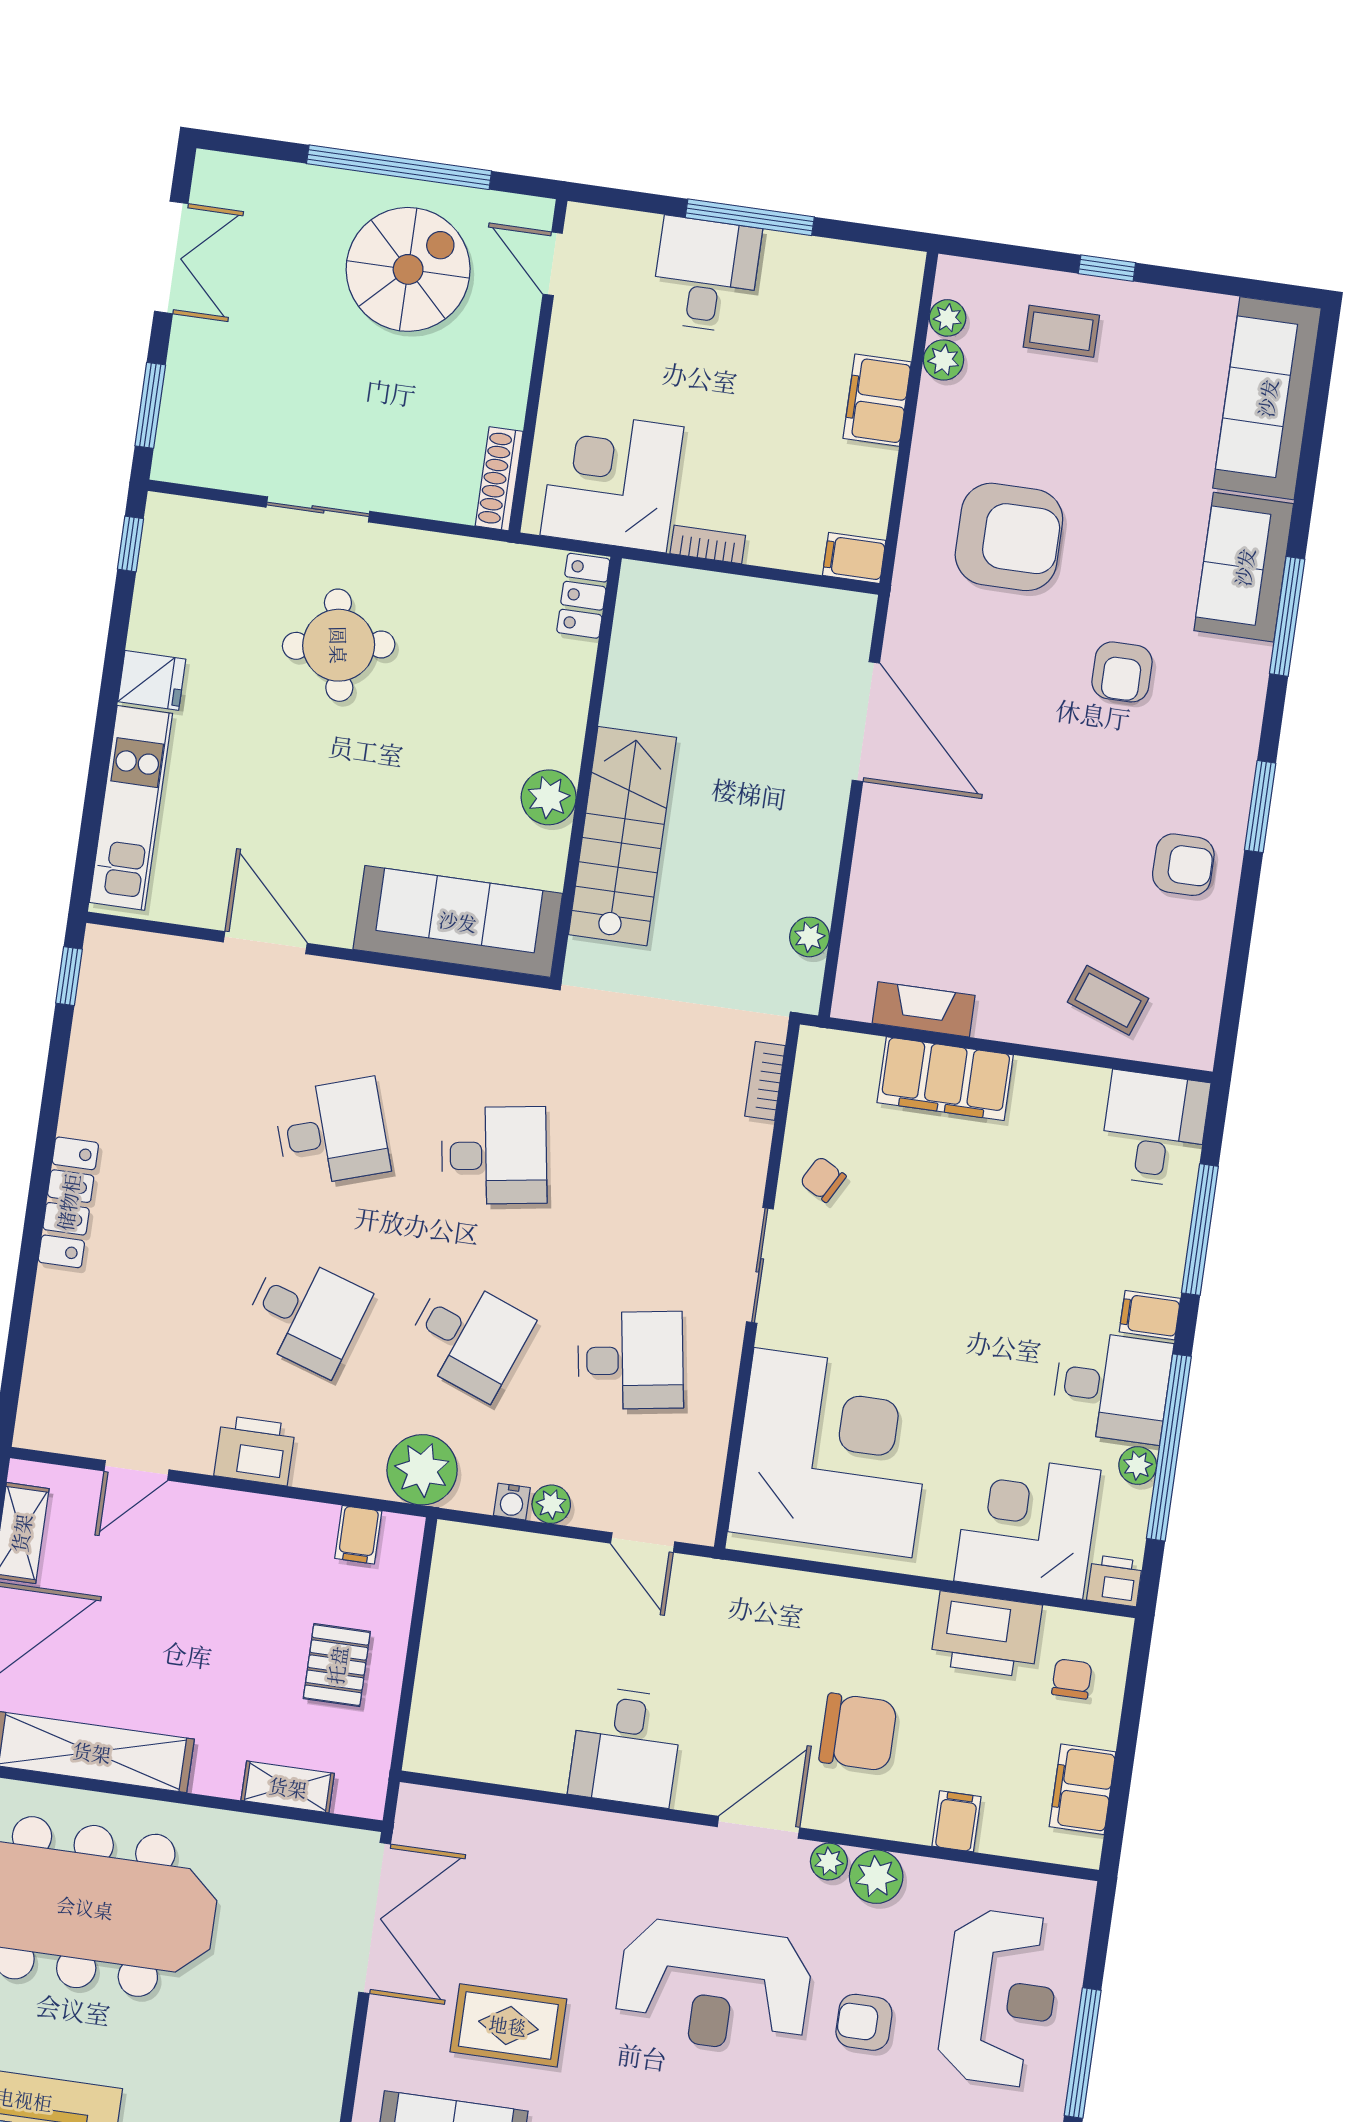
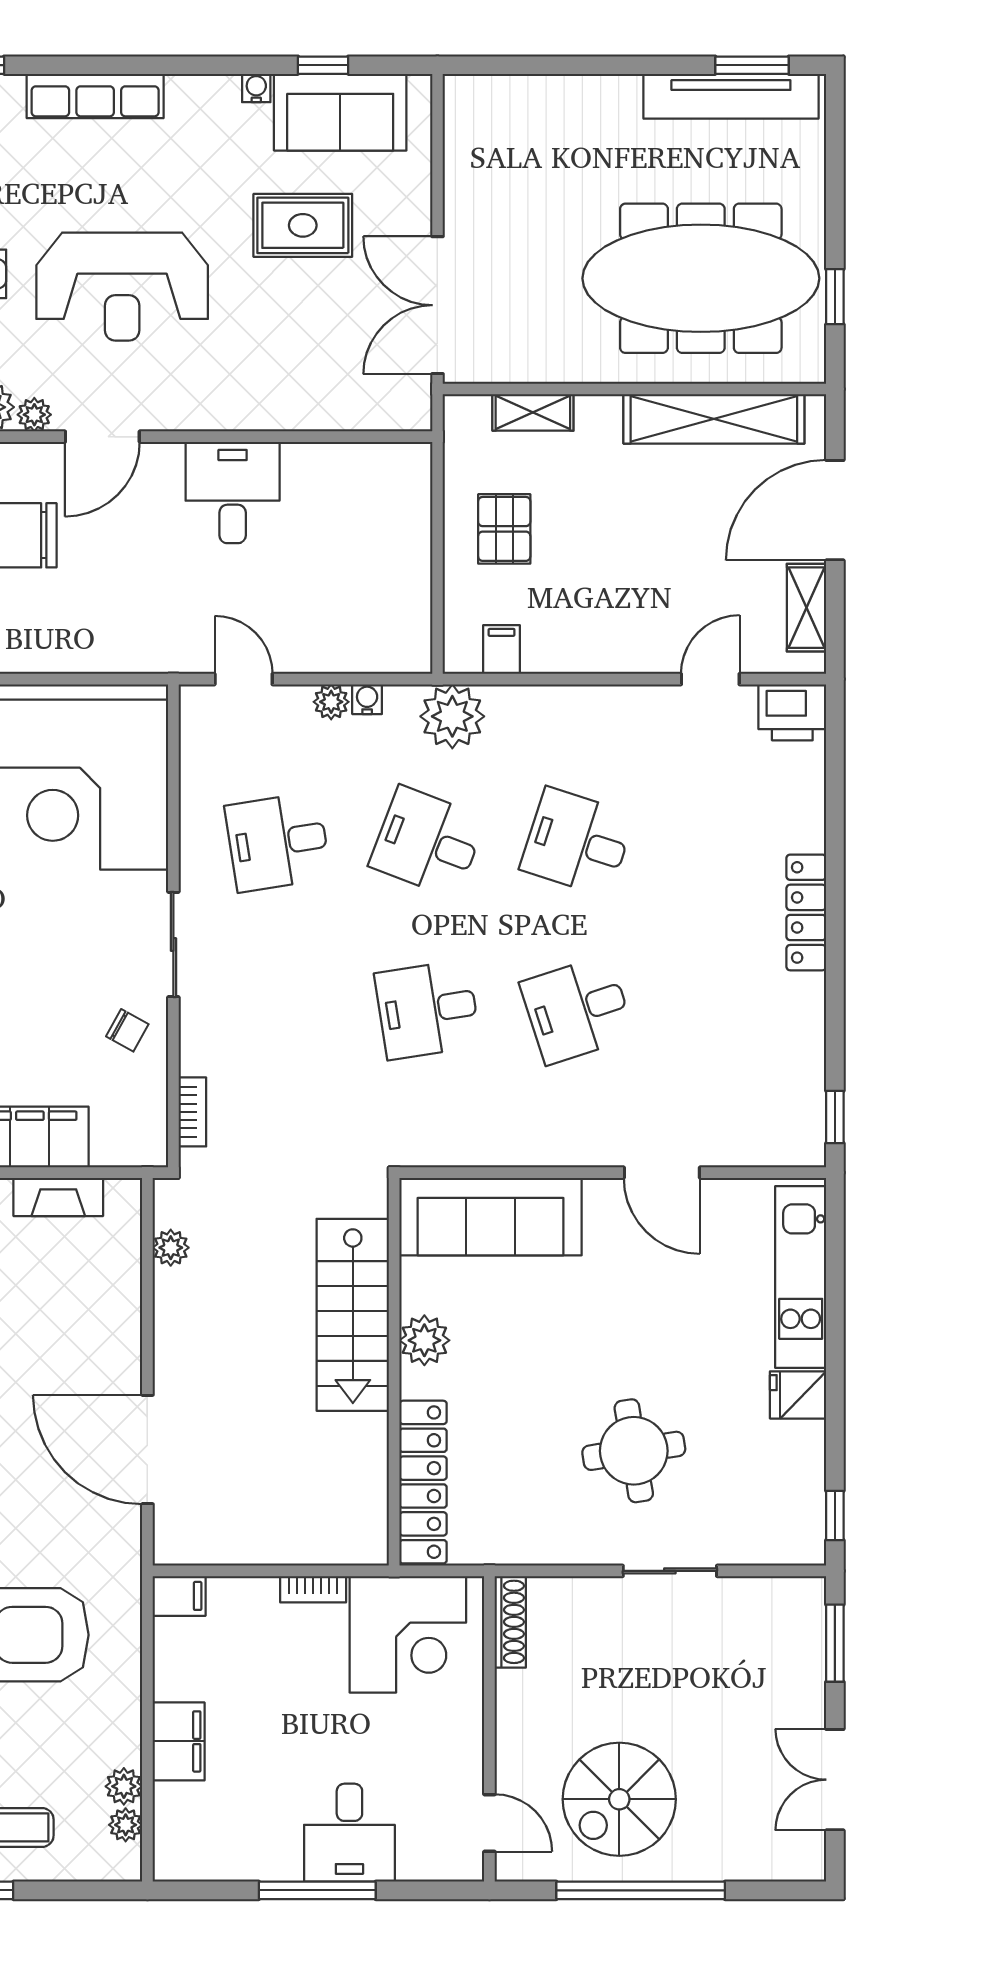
locker: (583, 596) -> (423, 1482), width x2.16, depth x1.21
printer: (255, 1450) -> (792, 712), moved
reception desk: (714, 1987) -> (122, 287), turned 180

